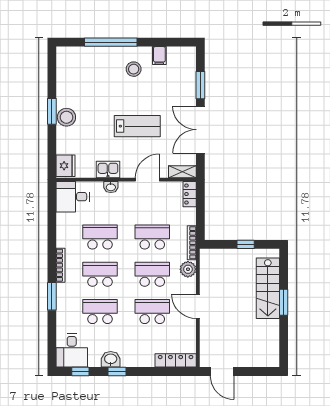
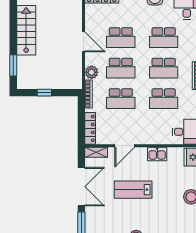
washbasin: (111, 187) -> (155, 140), removed
locker: (190, 194) -> (90, 128), width x1.53
stairs: (268, 288) -> (26, 30), moved
window: (284, 302) -> (13, 65), moved

